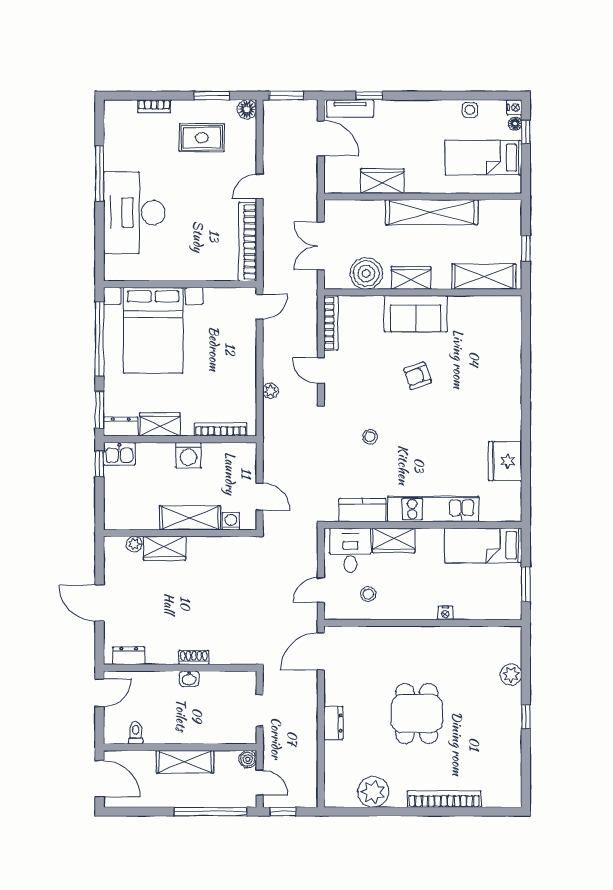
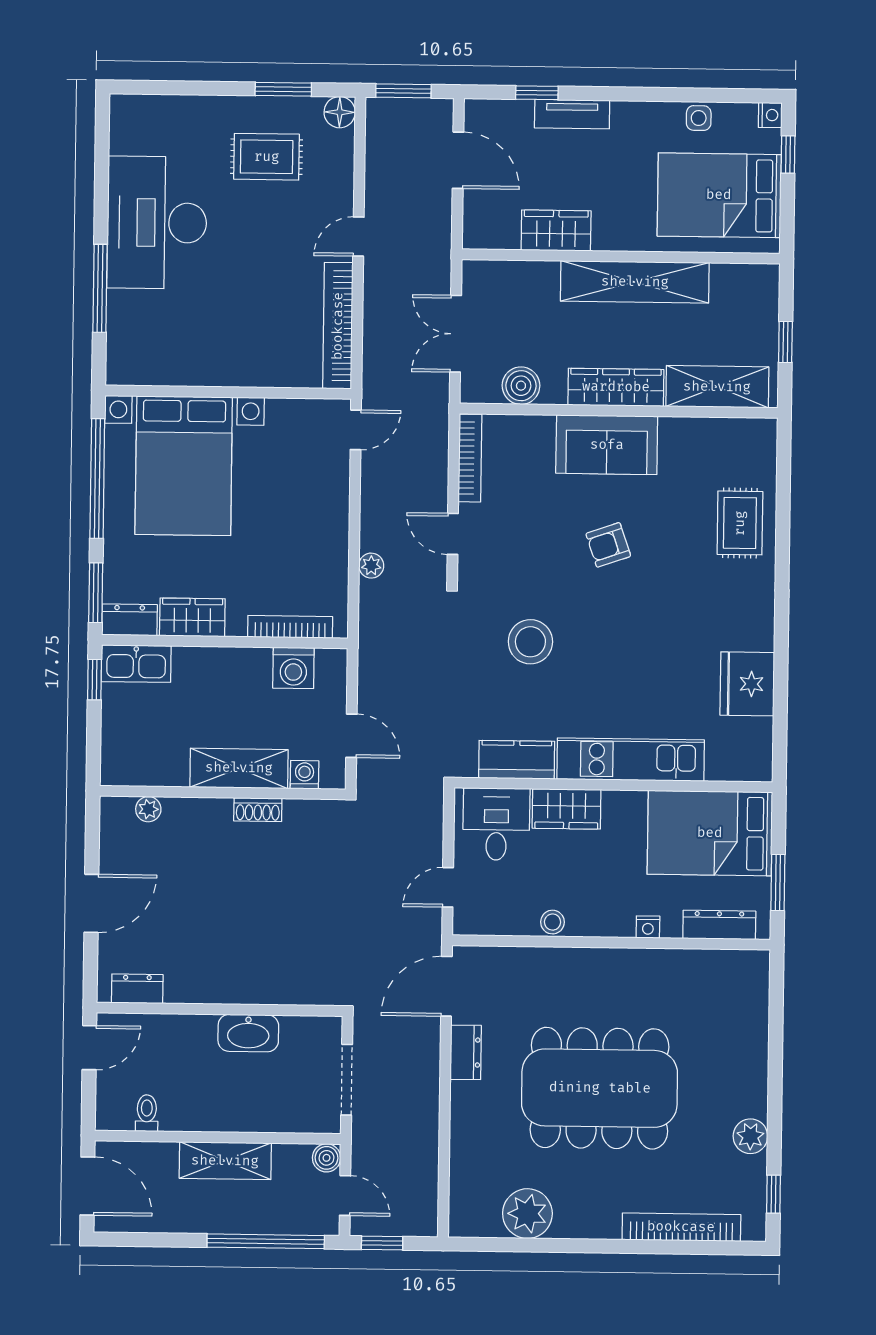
bookcase: (154, 106) -> (190, 105), removed
tv unit: (350, 109) -> (572, 114), moved
floor lamp: (515, 124) -> (771, 141), removed
bed: (483, 158) -> (719, 195), width x1.50
window: (100, 174) -> (100, 288), moved
desk: (134, 213) -> (157, 223), moved
boiler: (366, 273) -> (521, 386), width x0.73, depth x0.73
wardrobe: (411, 278) -> (616, 387), width x1.50
rug: (499, 361) -> (740, 523), added
stool: (370, 437) -> (530, 642), width x1.89, depth x1.89
kitchen sink: (119, 454) -> (136, 664), width x1.38
washing machine: (188, 455) -> (293, 668), moved
bed: (483, 545) -> (710, 833), width x1.50
wardrobe: (165, 548) -> (197, 817), removed
stool: (368, 594) -> (553, 922), moved
door: (100, 603) -> (91, 903), swing flipped
dresser: (490, 611) -> (719, 925), added
shoe rack: (194, 657) -> (258, 810), moved, turned 180
plant: (511, 675) -> (750, 1136), moved
washbasin: (189, 679) -> (248, 1033), width x1.91, depth x1.45
doorway: (260, 710) -> (347, 1080), width x1.38
dining table: (417, 713) -> (600, 1088), width x1.88, depth x1.24
window: (526, 717) -> (774, 1194), moved
dresser: (333, 723) -> (466, 1052), moved
bookcase: (444, 799) -> (681, 1227), moved

